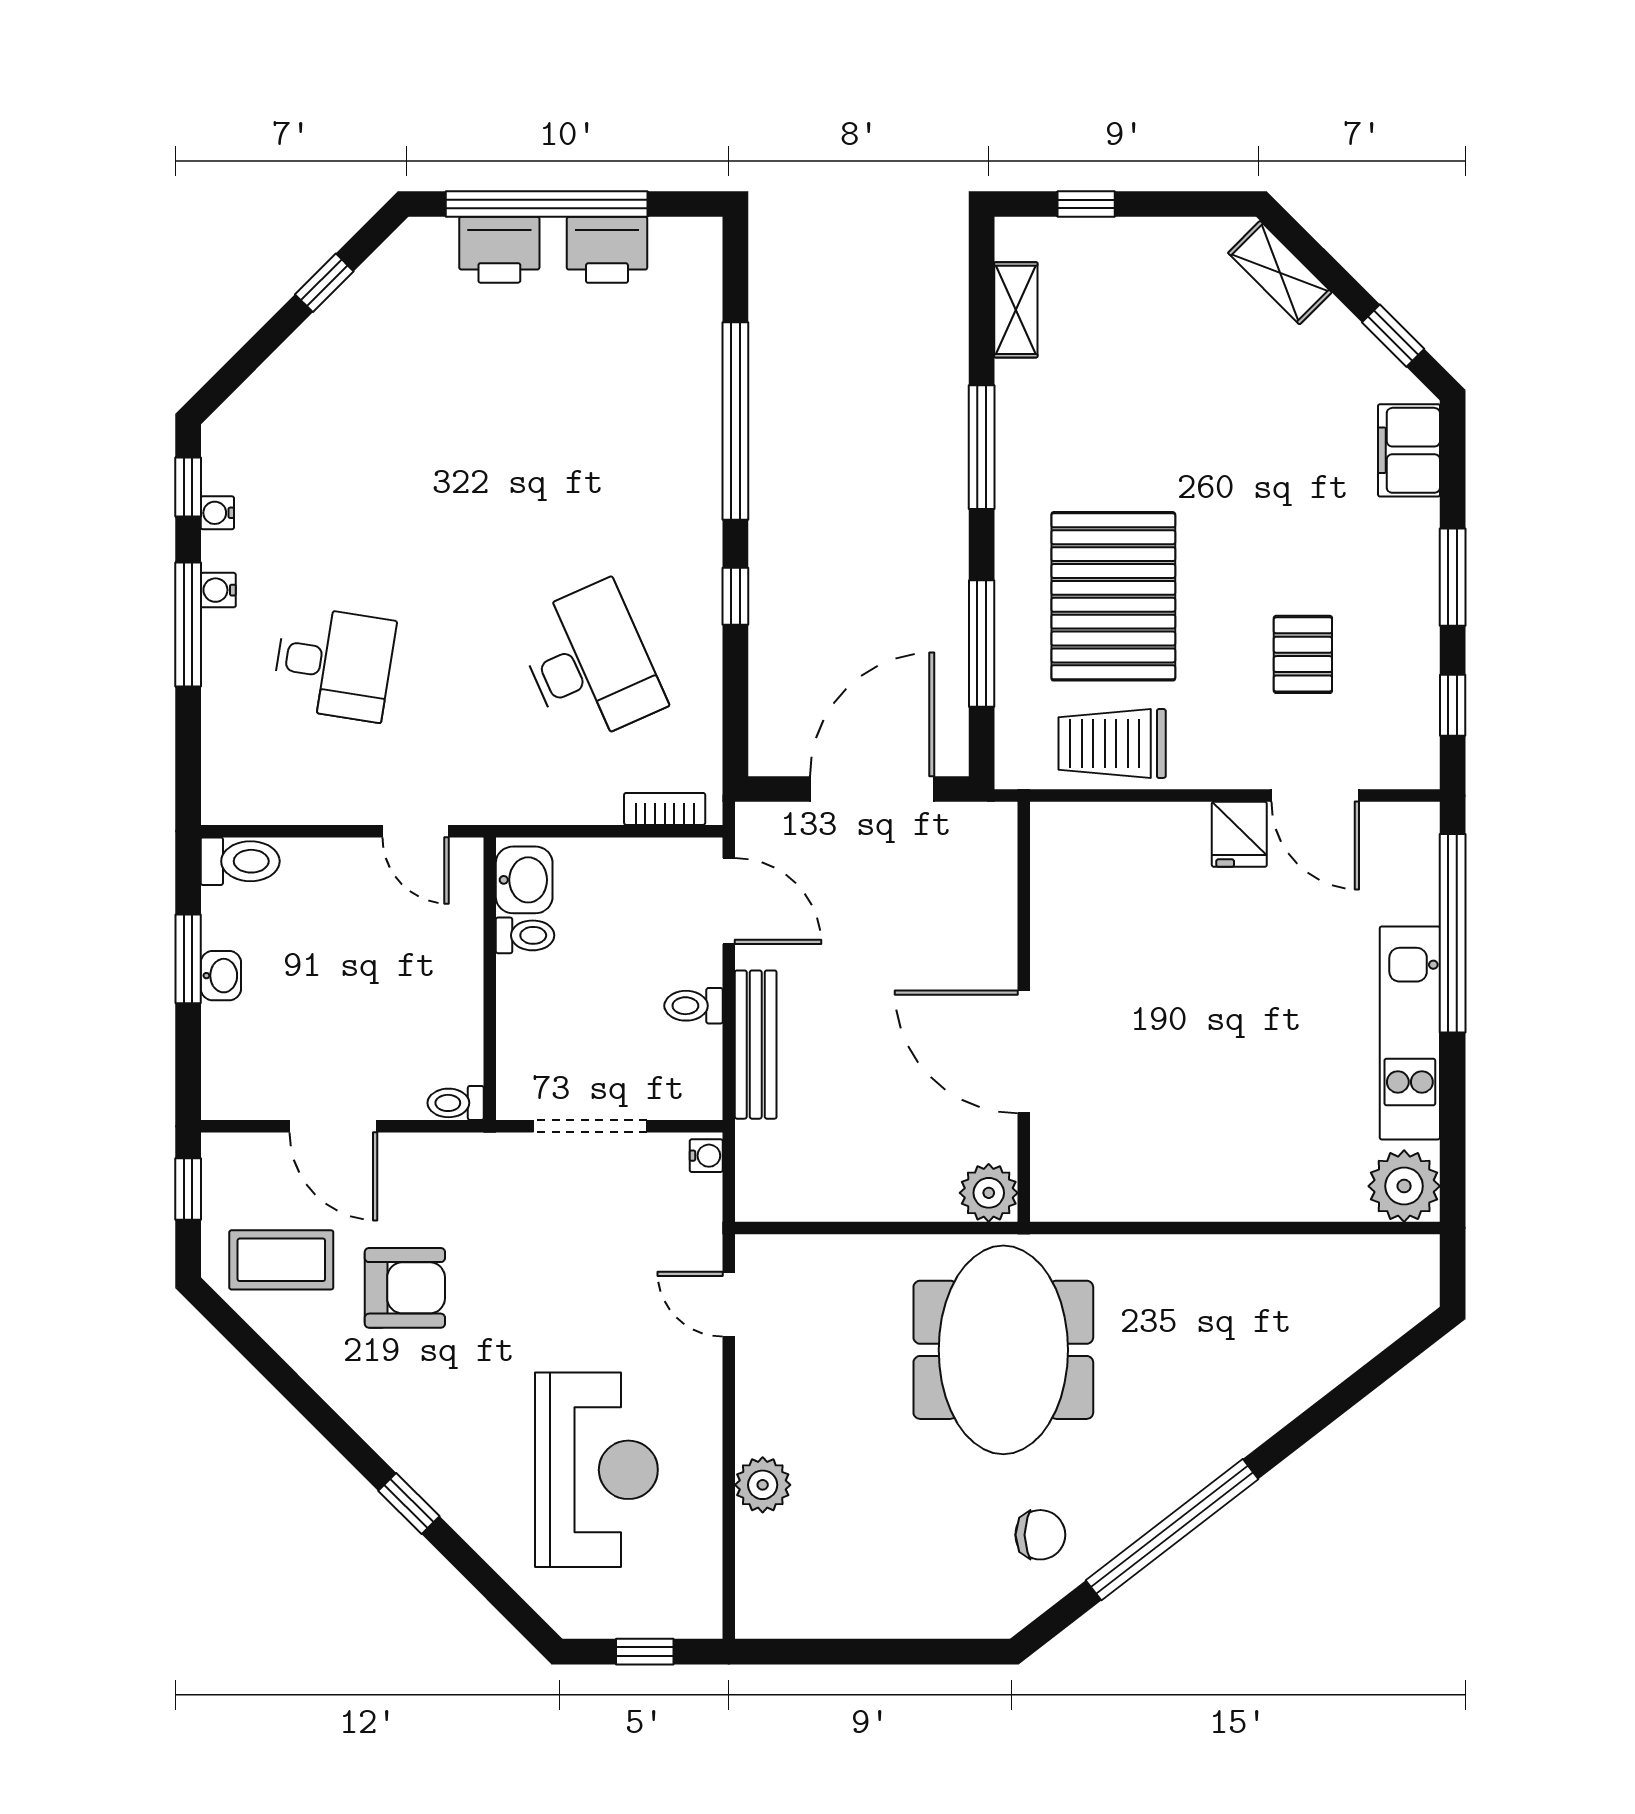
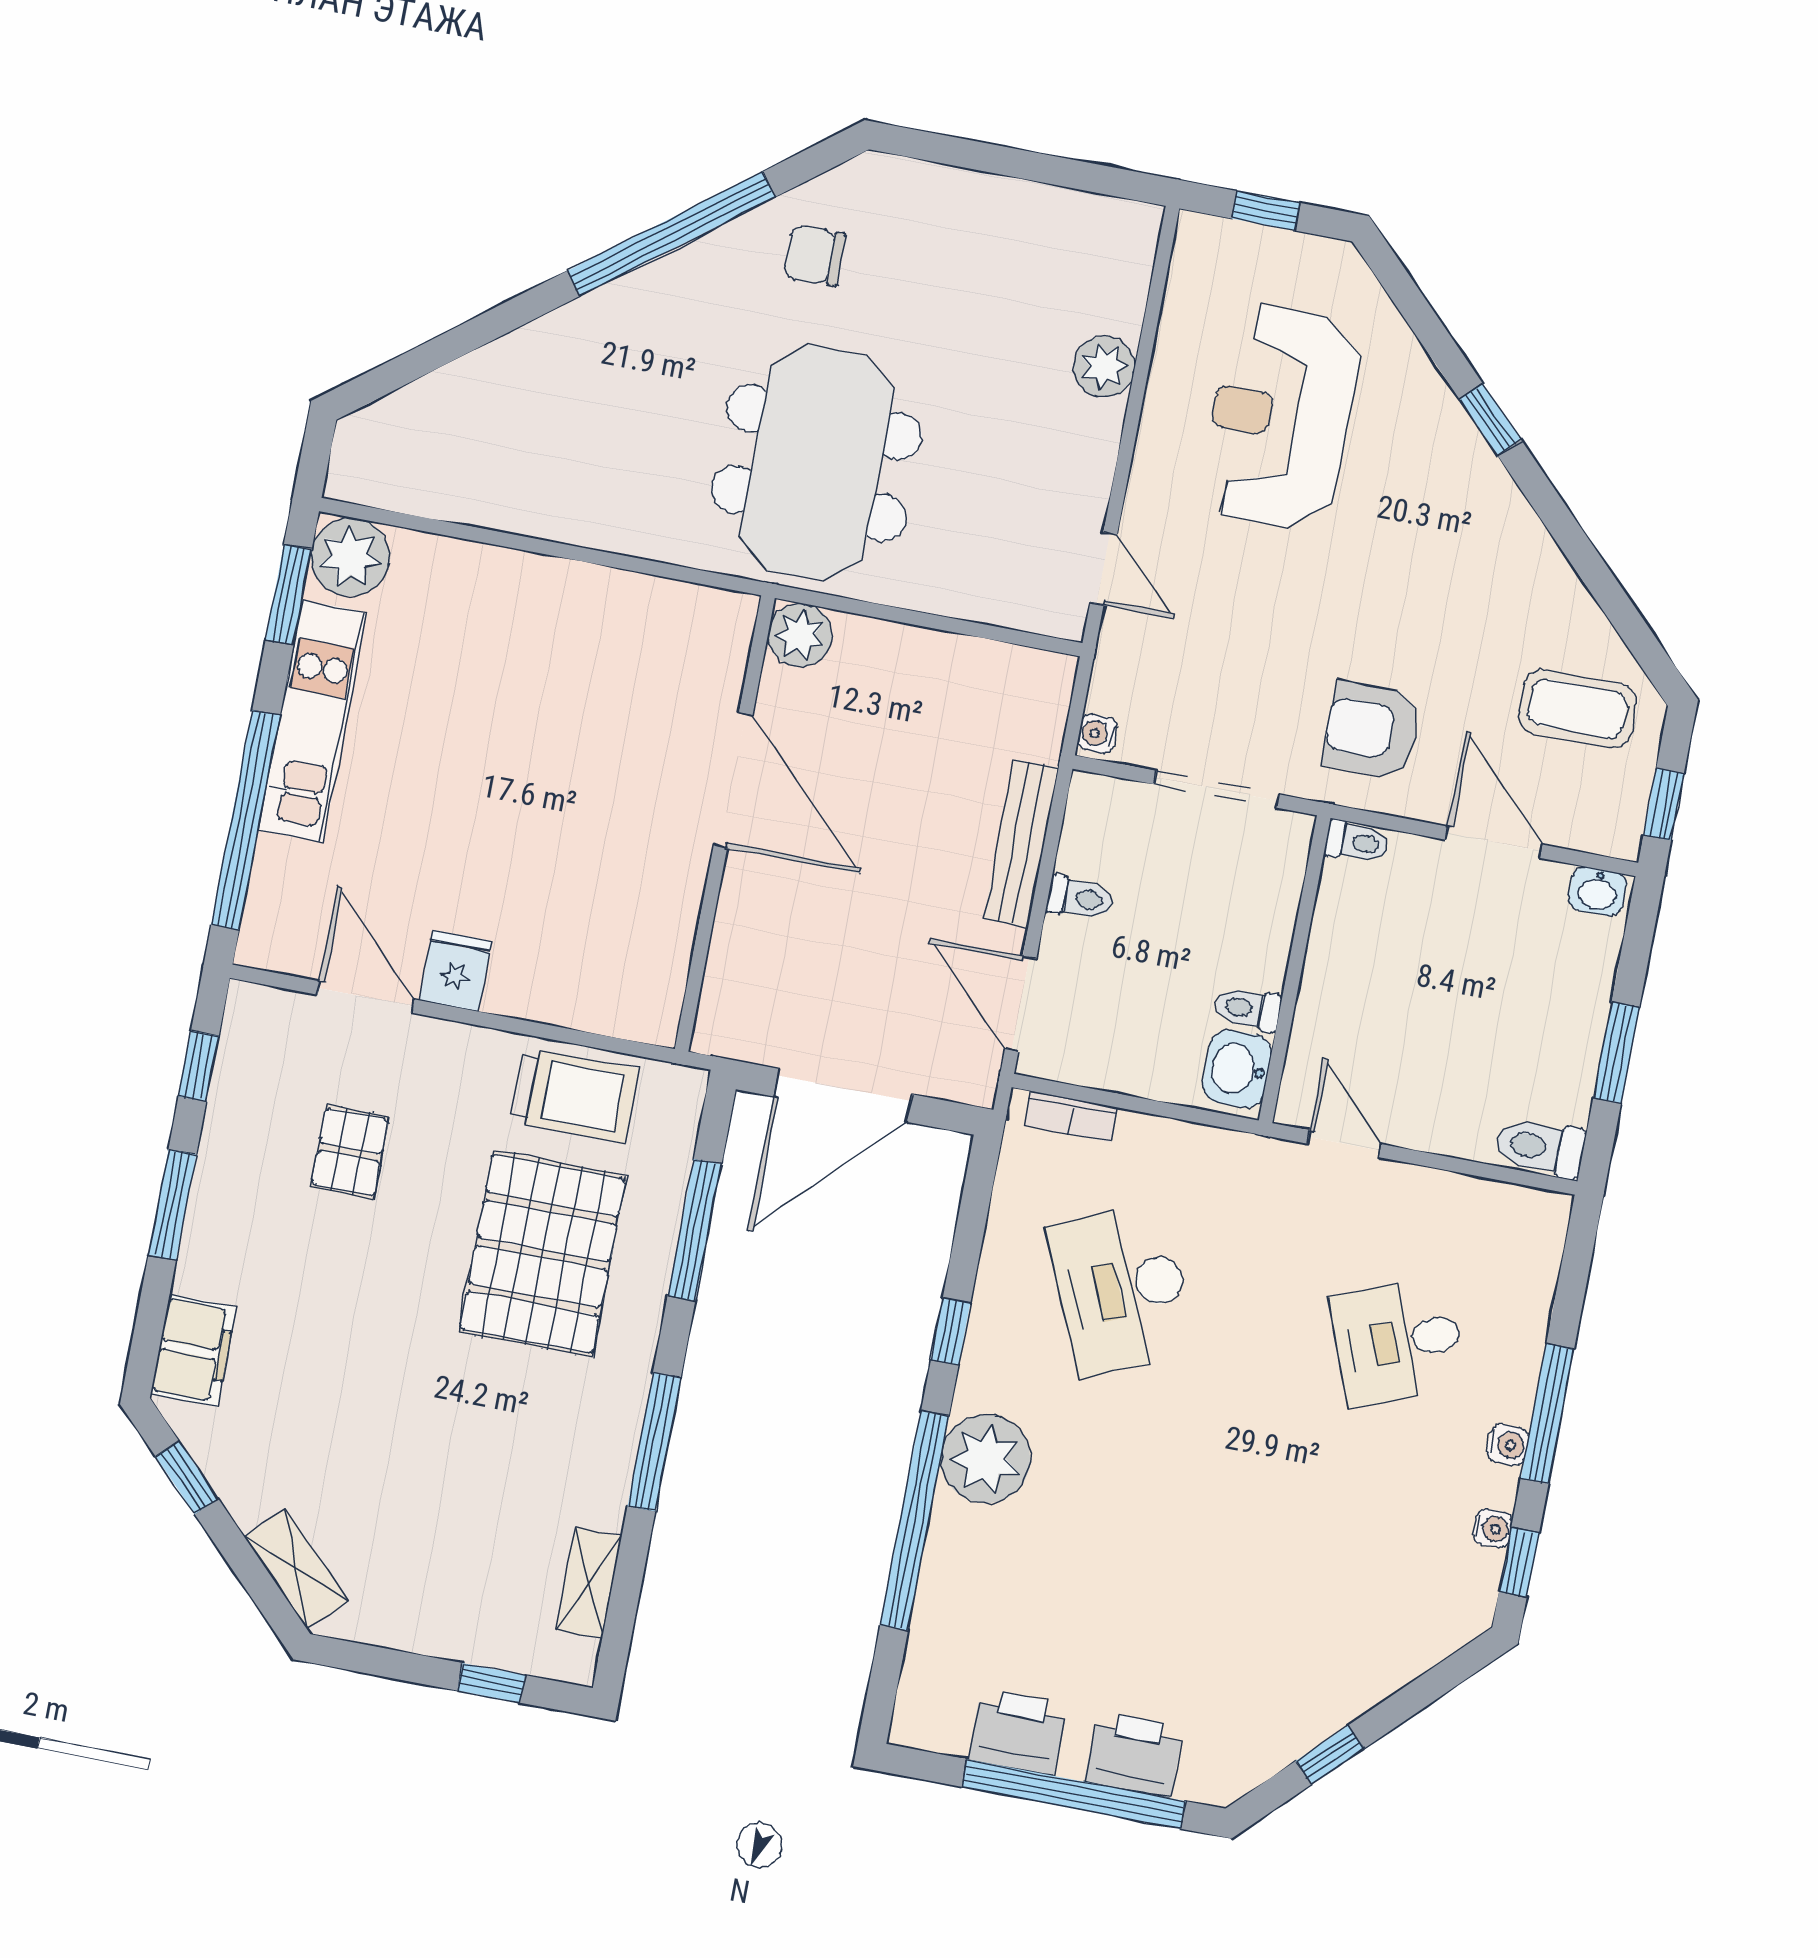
plant: (682, 488) -> (986, 1459), added
desk: (334, 663) -> (1398, 1342), turned -30
washbasin: (221, 976) -> (1597, 891), moved, turned -90
window: (1453, 1142) -> (289, 595), added
armchair: (405, 1288) -> (1372, 730), moved

